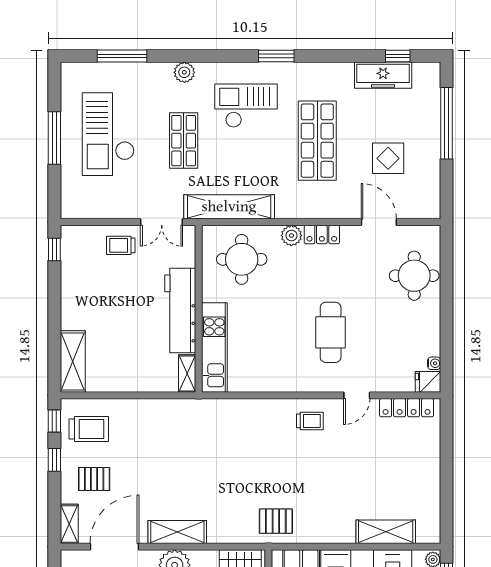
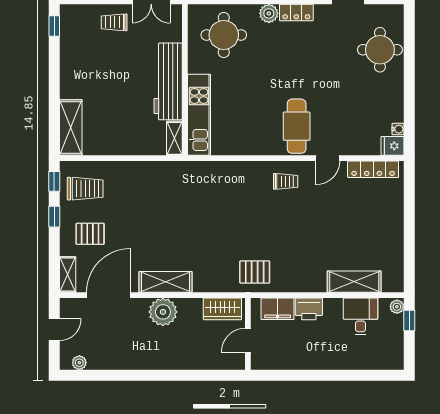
cafe table: (331, 332) -> (297, 126), moved

